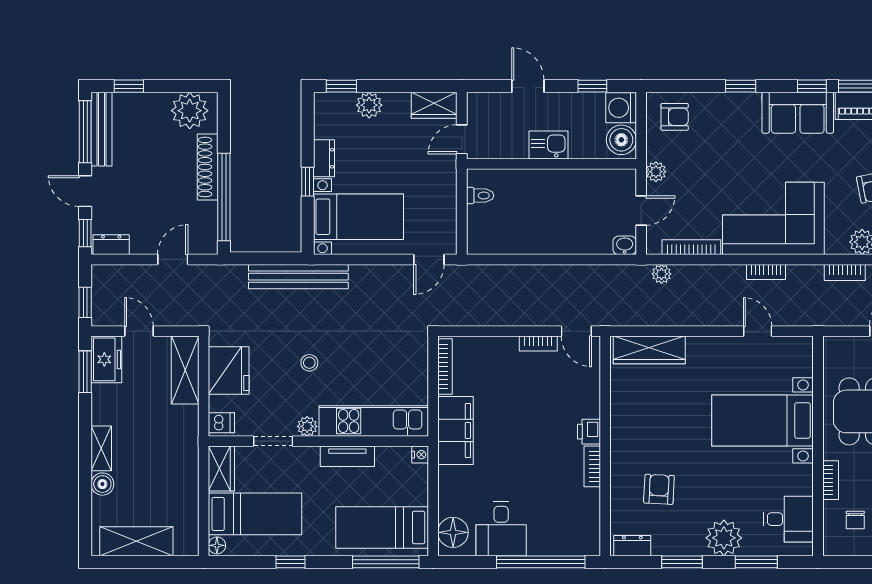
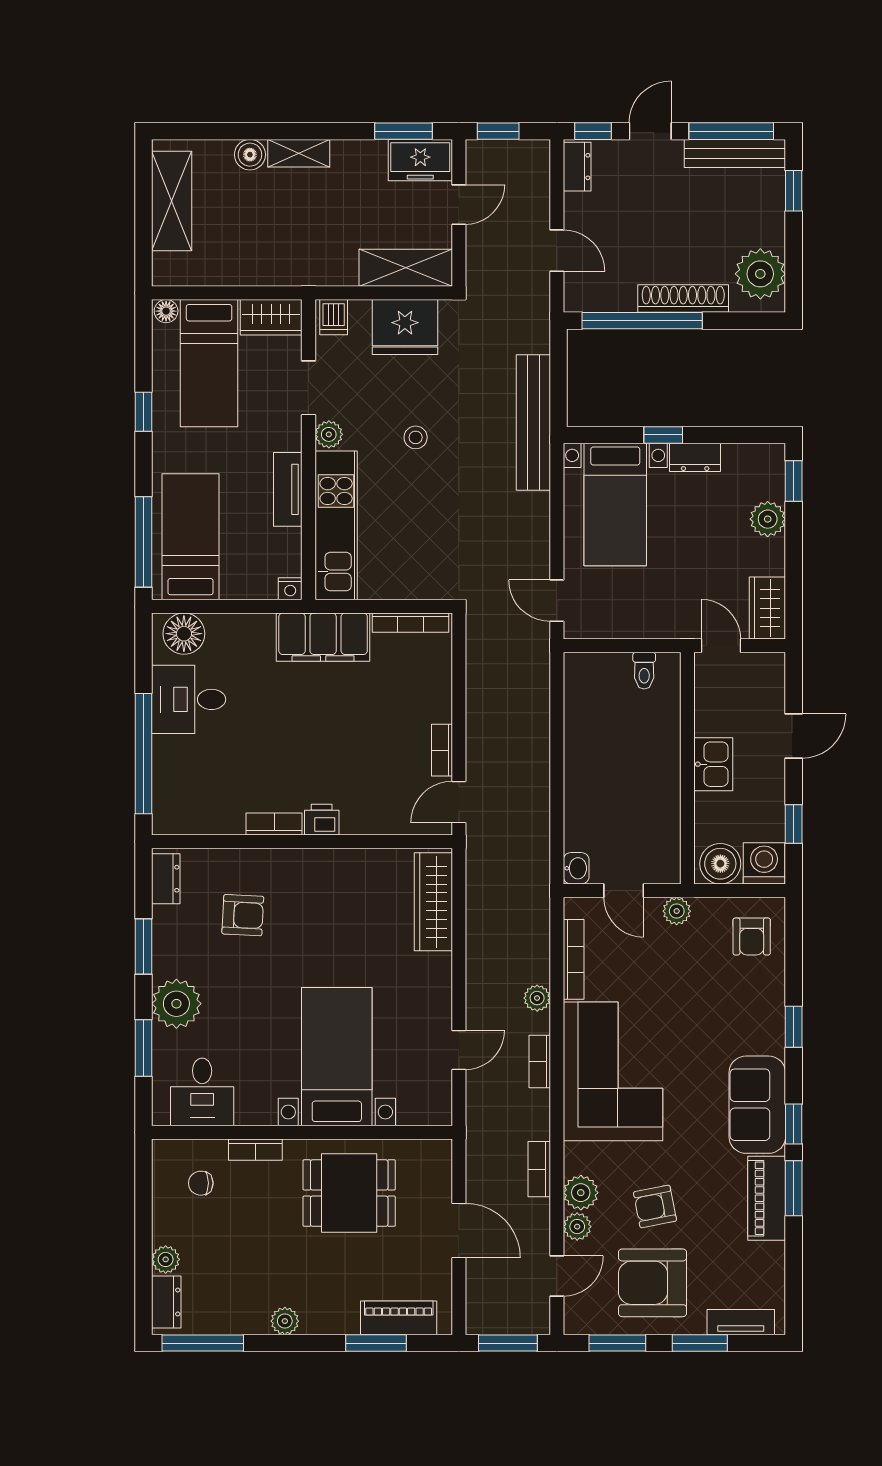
plant: (661, 274) -> (537, 998), moved

